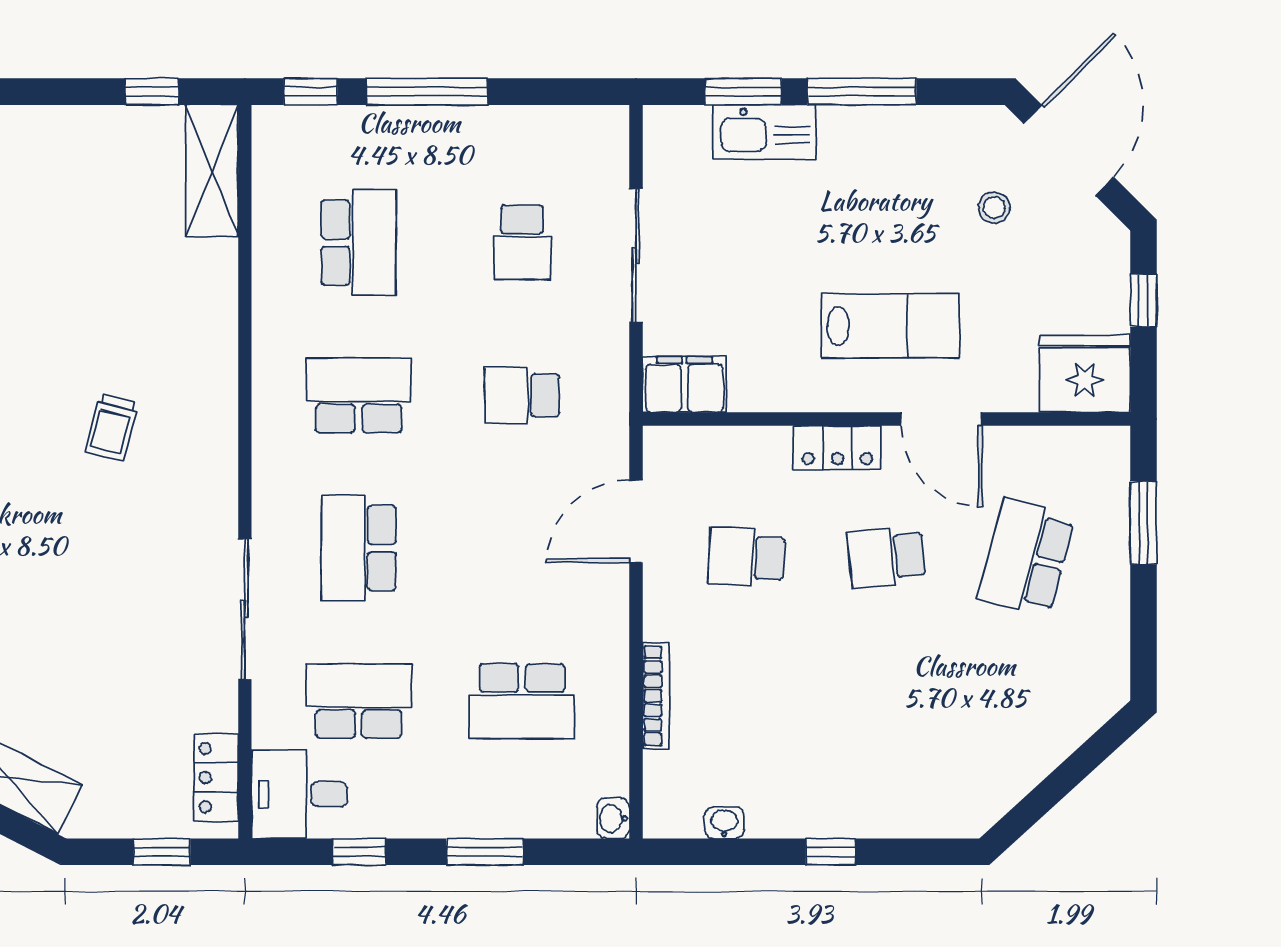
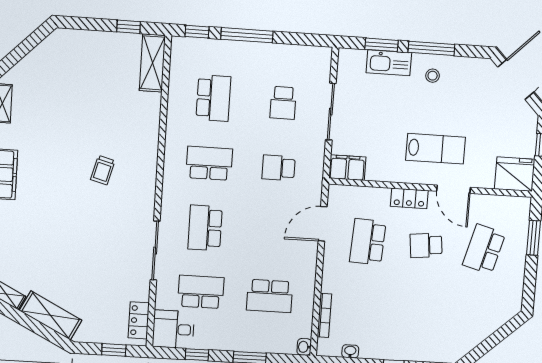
stool: (994, 208) -> (433, 76), moved
school desk: (746, 557) -> (368, 242), width x1.85
bookcase: (656, 696) -> (324, 315), moved

